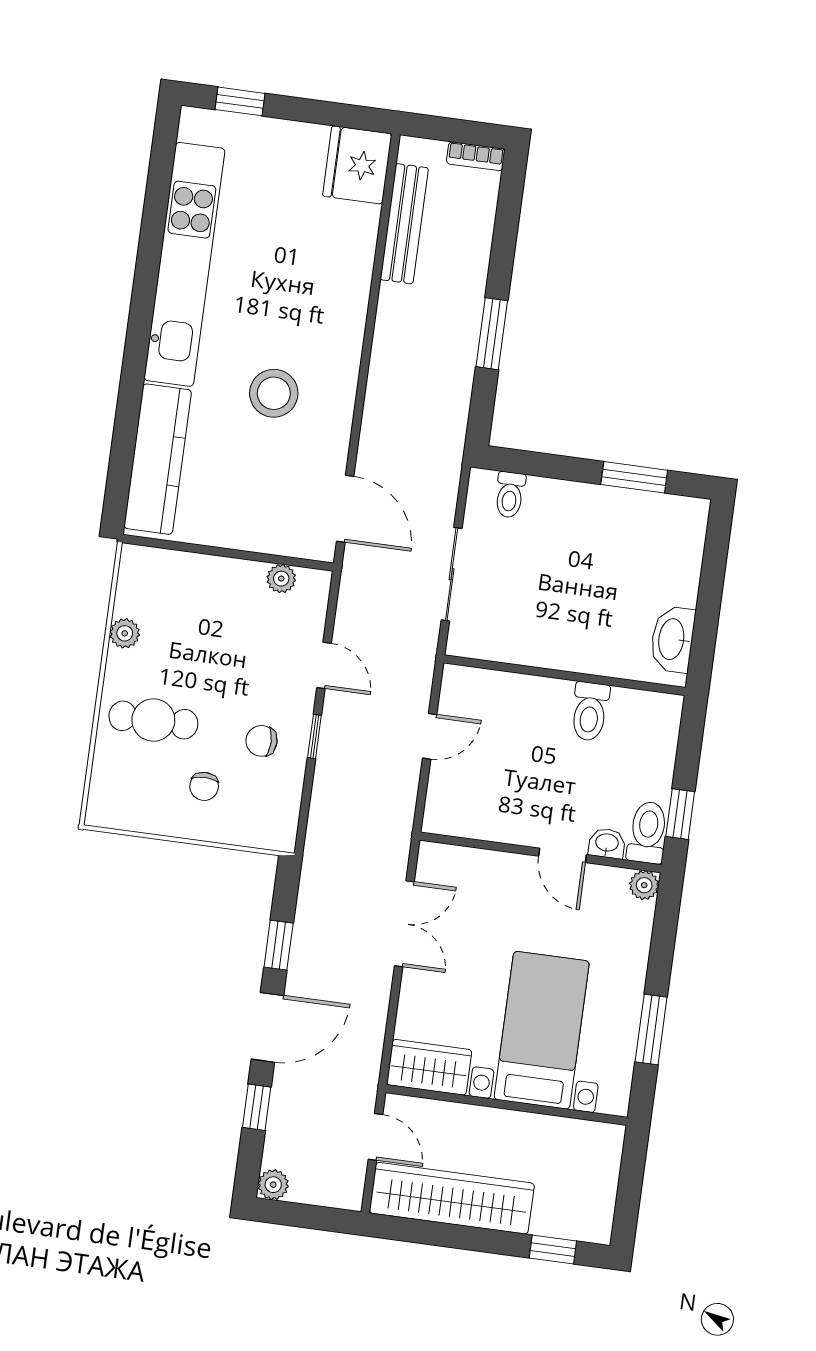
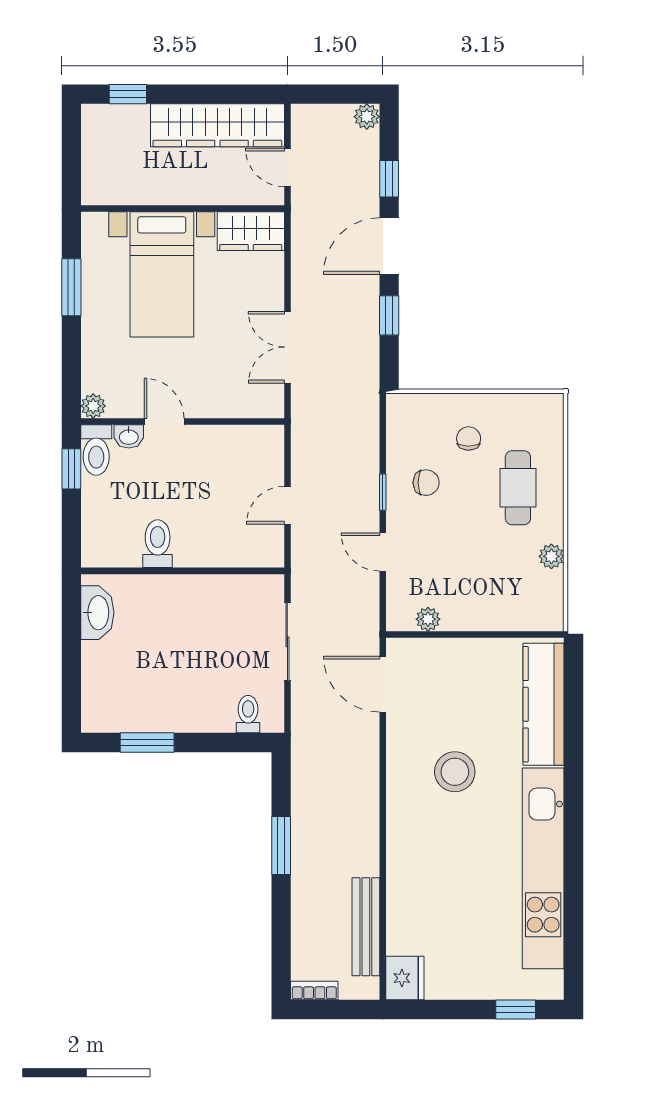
fridge: (357, 165) -> (405, 978), width x0.73, depth x0.75
cafe table: (153, 720) -> (518, 488), turned 90

